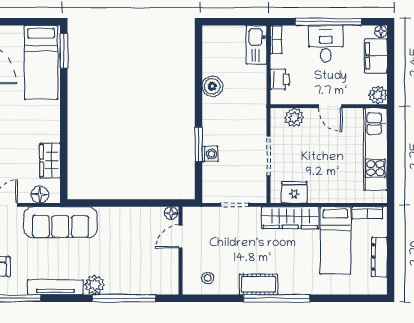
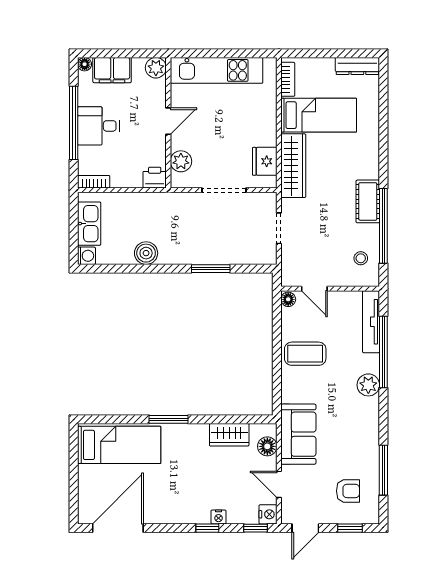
kitchen sink: (256, 45) -> (89, 224), moved, turned -90
window: (64, 51) -> (168, 419), moved
printer: (280, 79) -> (155, 178), moved
washing machine: (210, 154) -> (87, 256), moved, turned 90
sofa: (60, 222) -> (298, 434), width x0.73
coffee table: (123, 228) -> (305, 354), added
dresser: (379, 257) -> (357, 66), moved
tv unit: (55, 287) -> (371, 322), moved
window: (277, 298) -> (383, 226), moved

